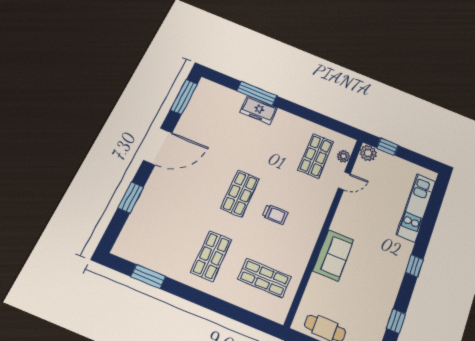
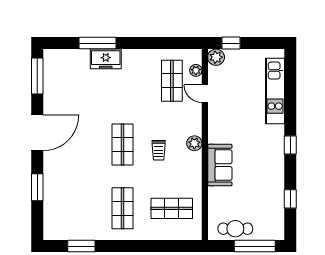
door: (344, 181) -> (205, 94), swing flipped
trolley: (275, 214) -> (159, 150), turned 90
plant: (315, 223) -> (194, 143), added

